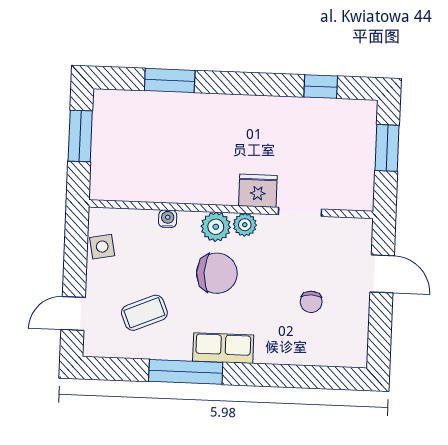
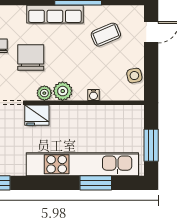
kitchen unit: (189, 110) -> (82, 164), added
chair: (217, 273) -> (31, 57), moved, turned 90
row of seats: (223, 348) -> (55, 14), width x1.48

